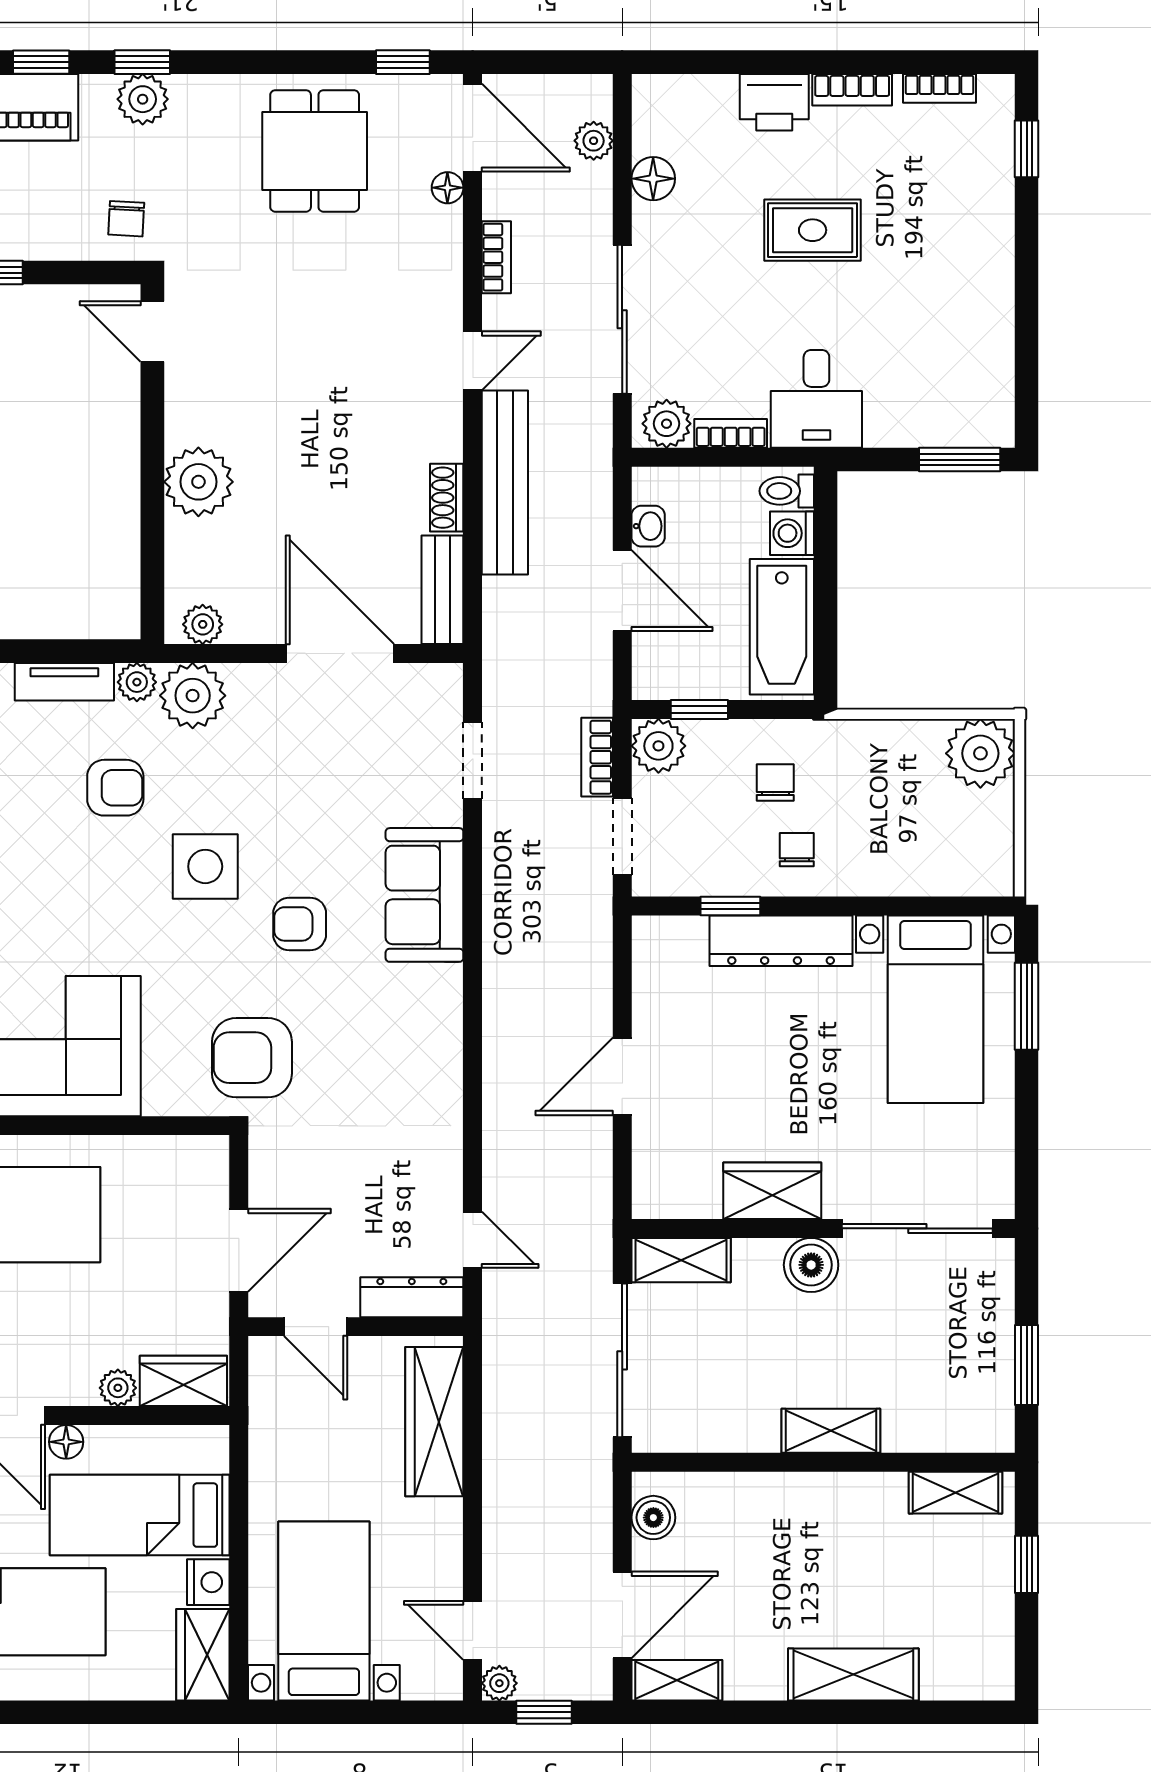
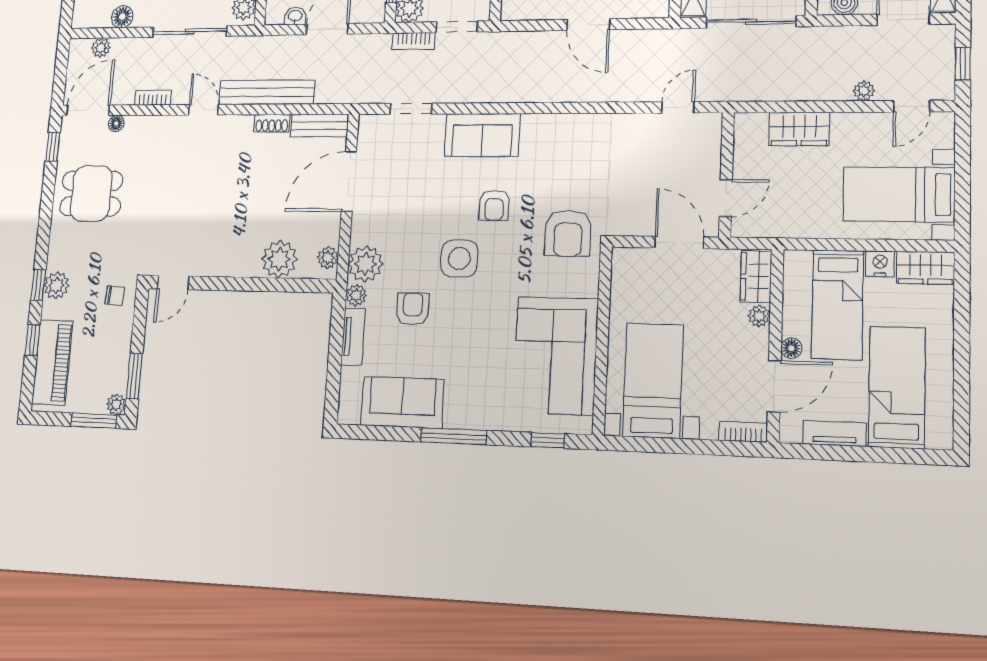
plant: (198, 482) -> (279, 259), moved
dresser: (412, 1297) -> (710, 142), removed
wardrobe: (434, 1422) -> (799, 129), width x0.67
plant: (499, 1683) -> (864, 91), moved

